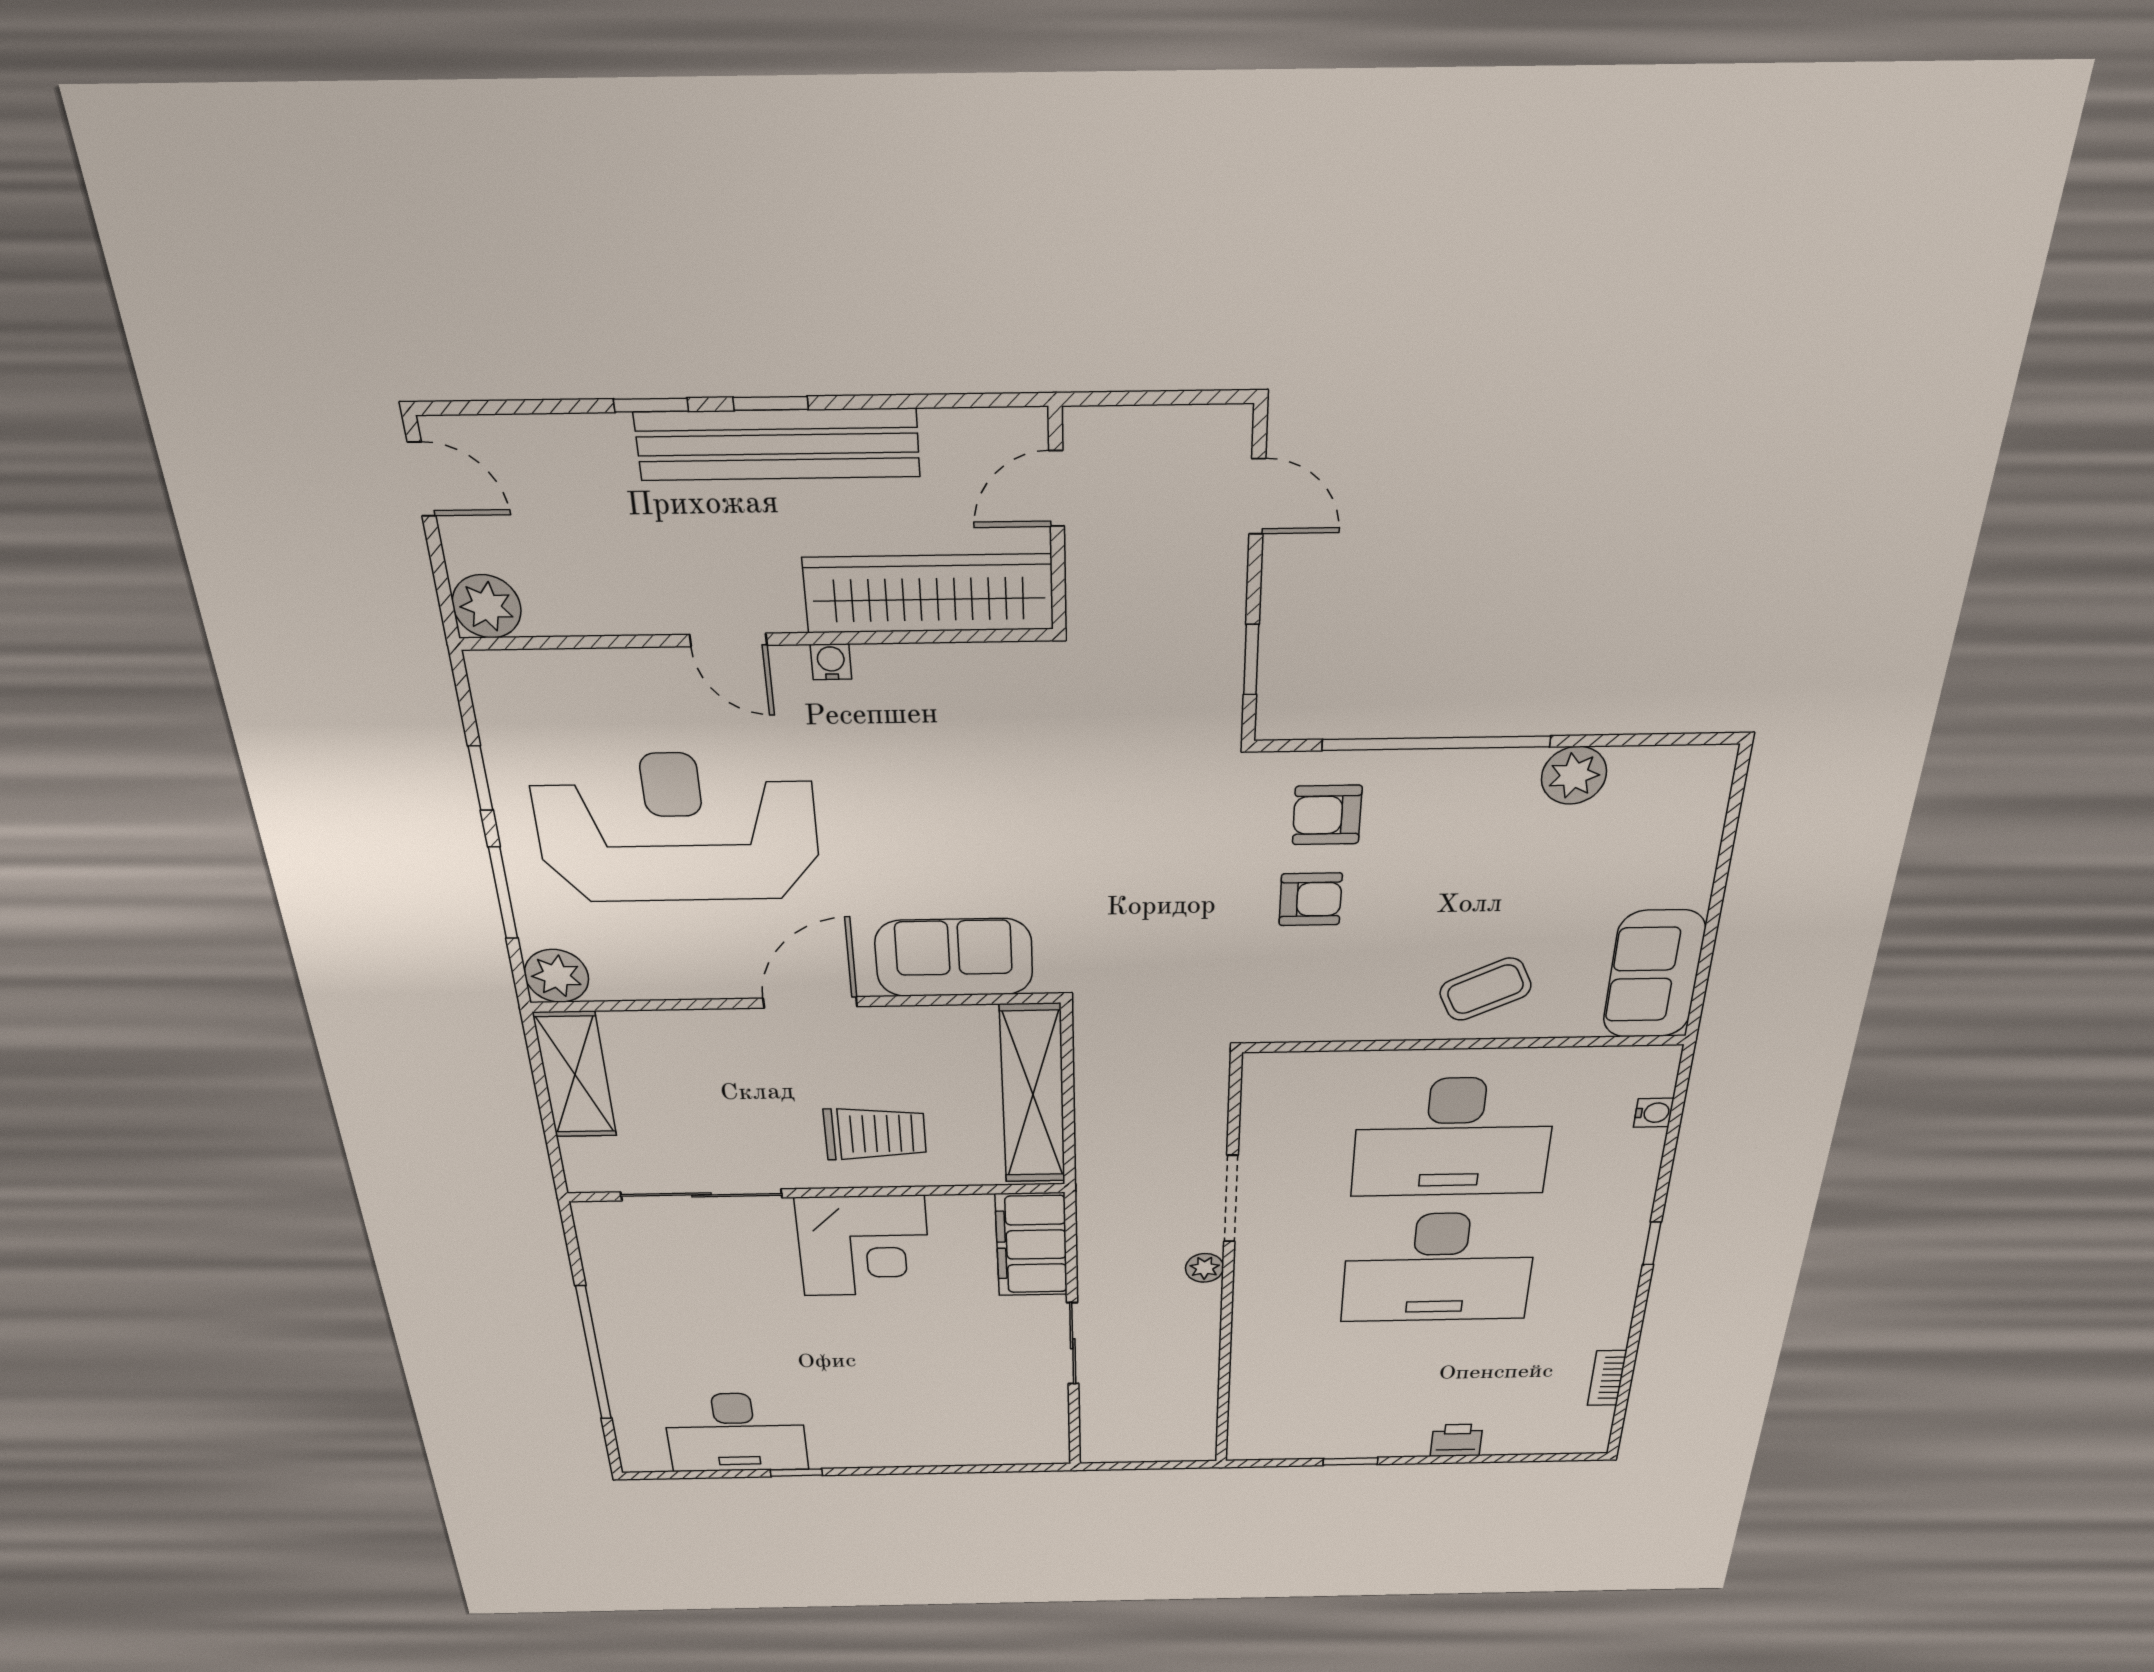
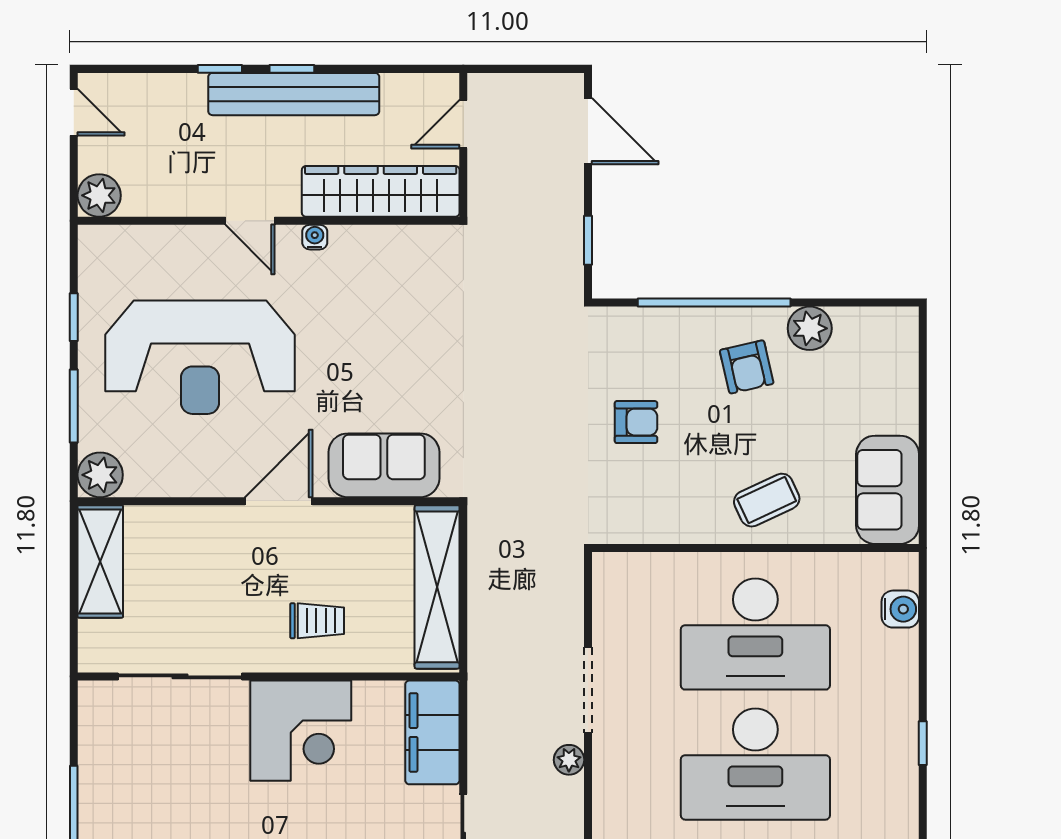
door: (1257, 496) -> (588, 131), width x1.38
armchair: (1327, 815) -> (747, 367), moved, turned -103
reception desk: (677, 828) -> (200, 357), turned 180
water cooler: (1654, 1113) -> (900, 609), width x1.38, depth x1.38
trolley: (875, 1134) -> (317, 621), width x0.73, depth x0.72

